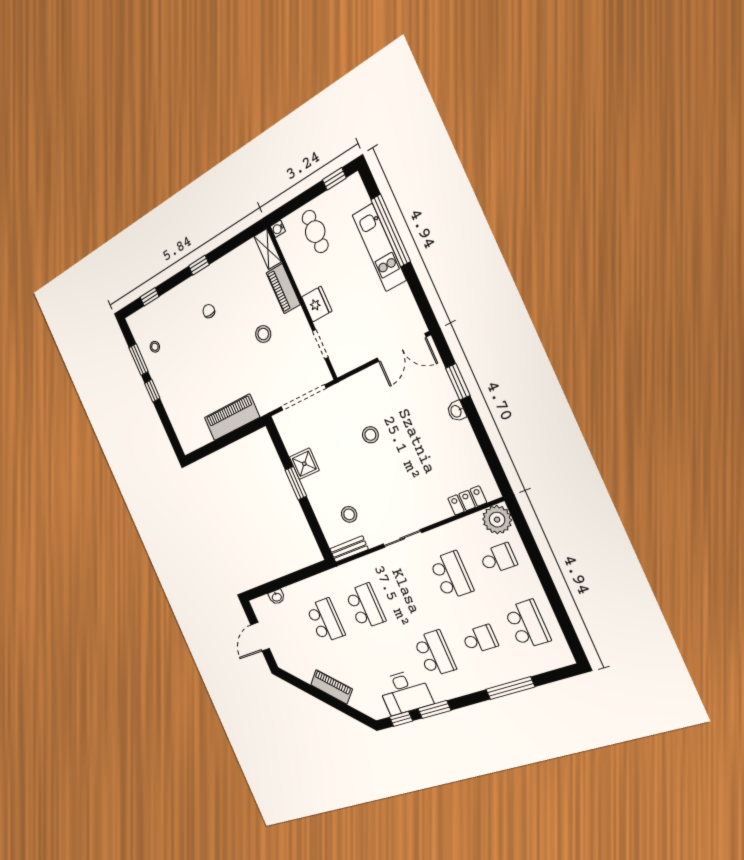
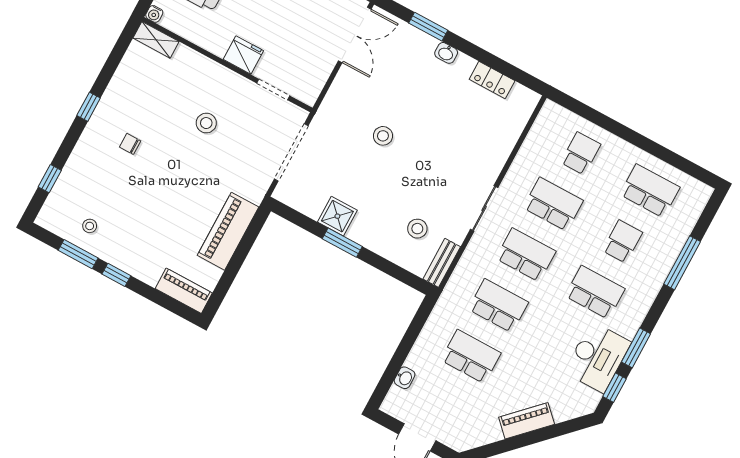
piano: (283, 289) -> (184, 291), moved, turned 180
locker: (467, 500) -> (492, 80), moved, turned -90
plant: (497, 520) -> (553, 119), removed
school desk: (407, 591) -> (526, 255), added

